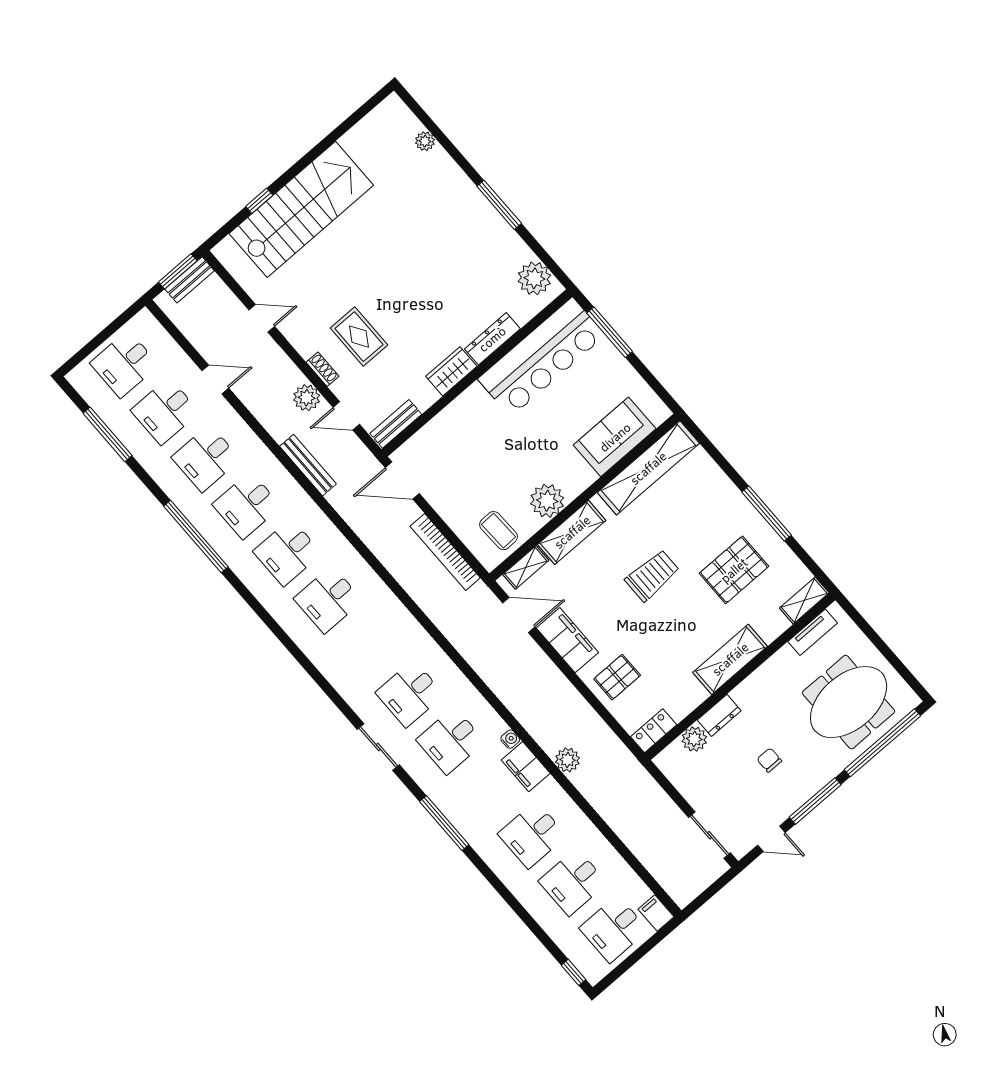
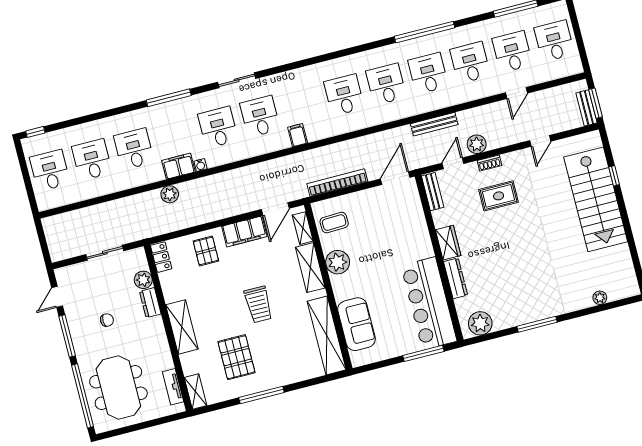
sliding door: (710, 835) -> (105, 253), moved
filing cabinet: (656, 913) -> (298, 135), moved, turned -90

